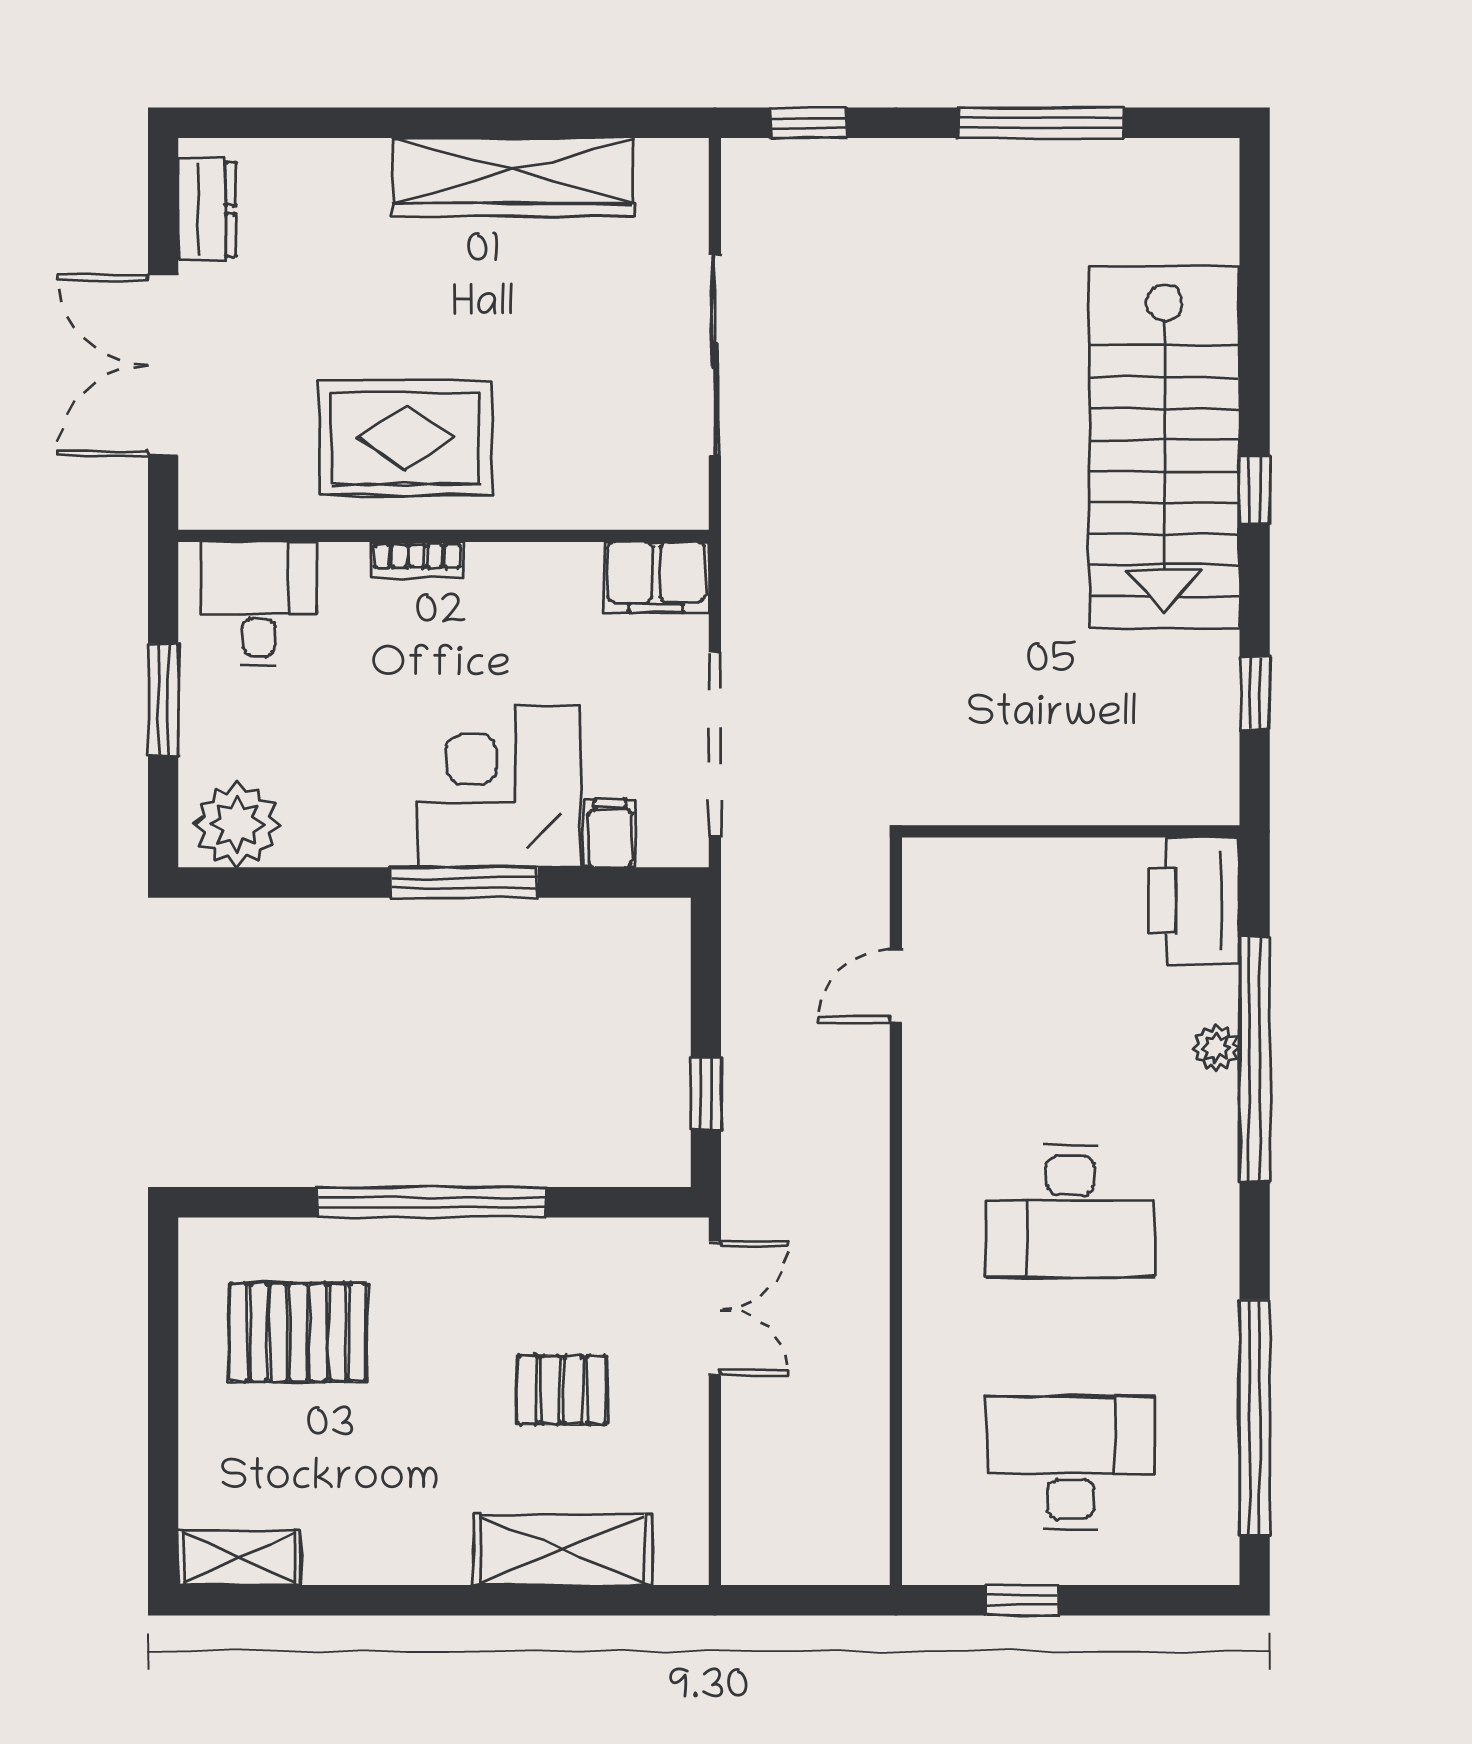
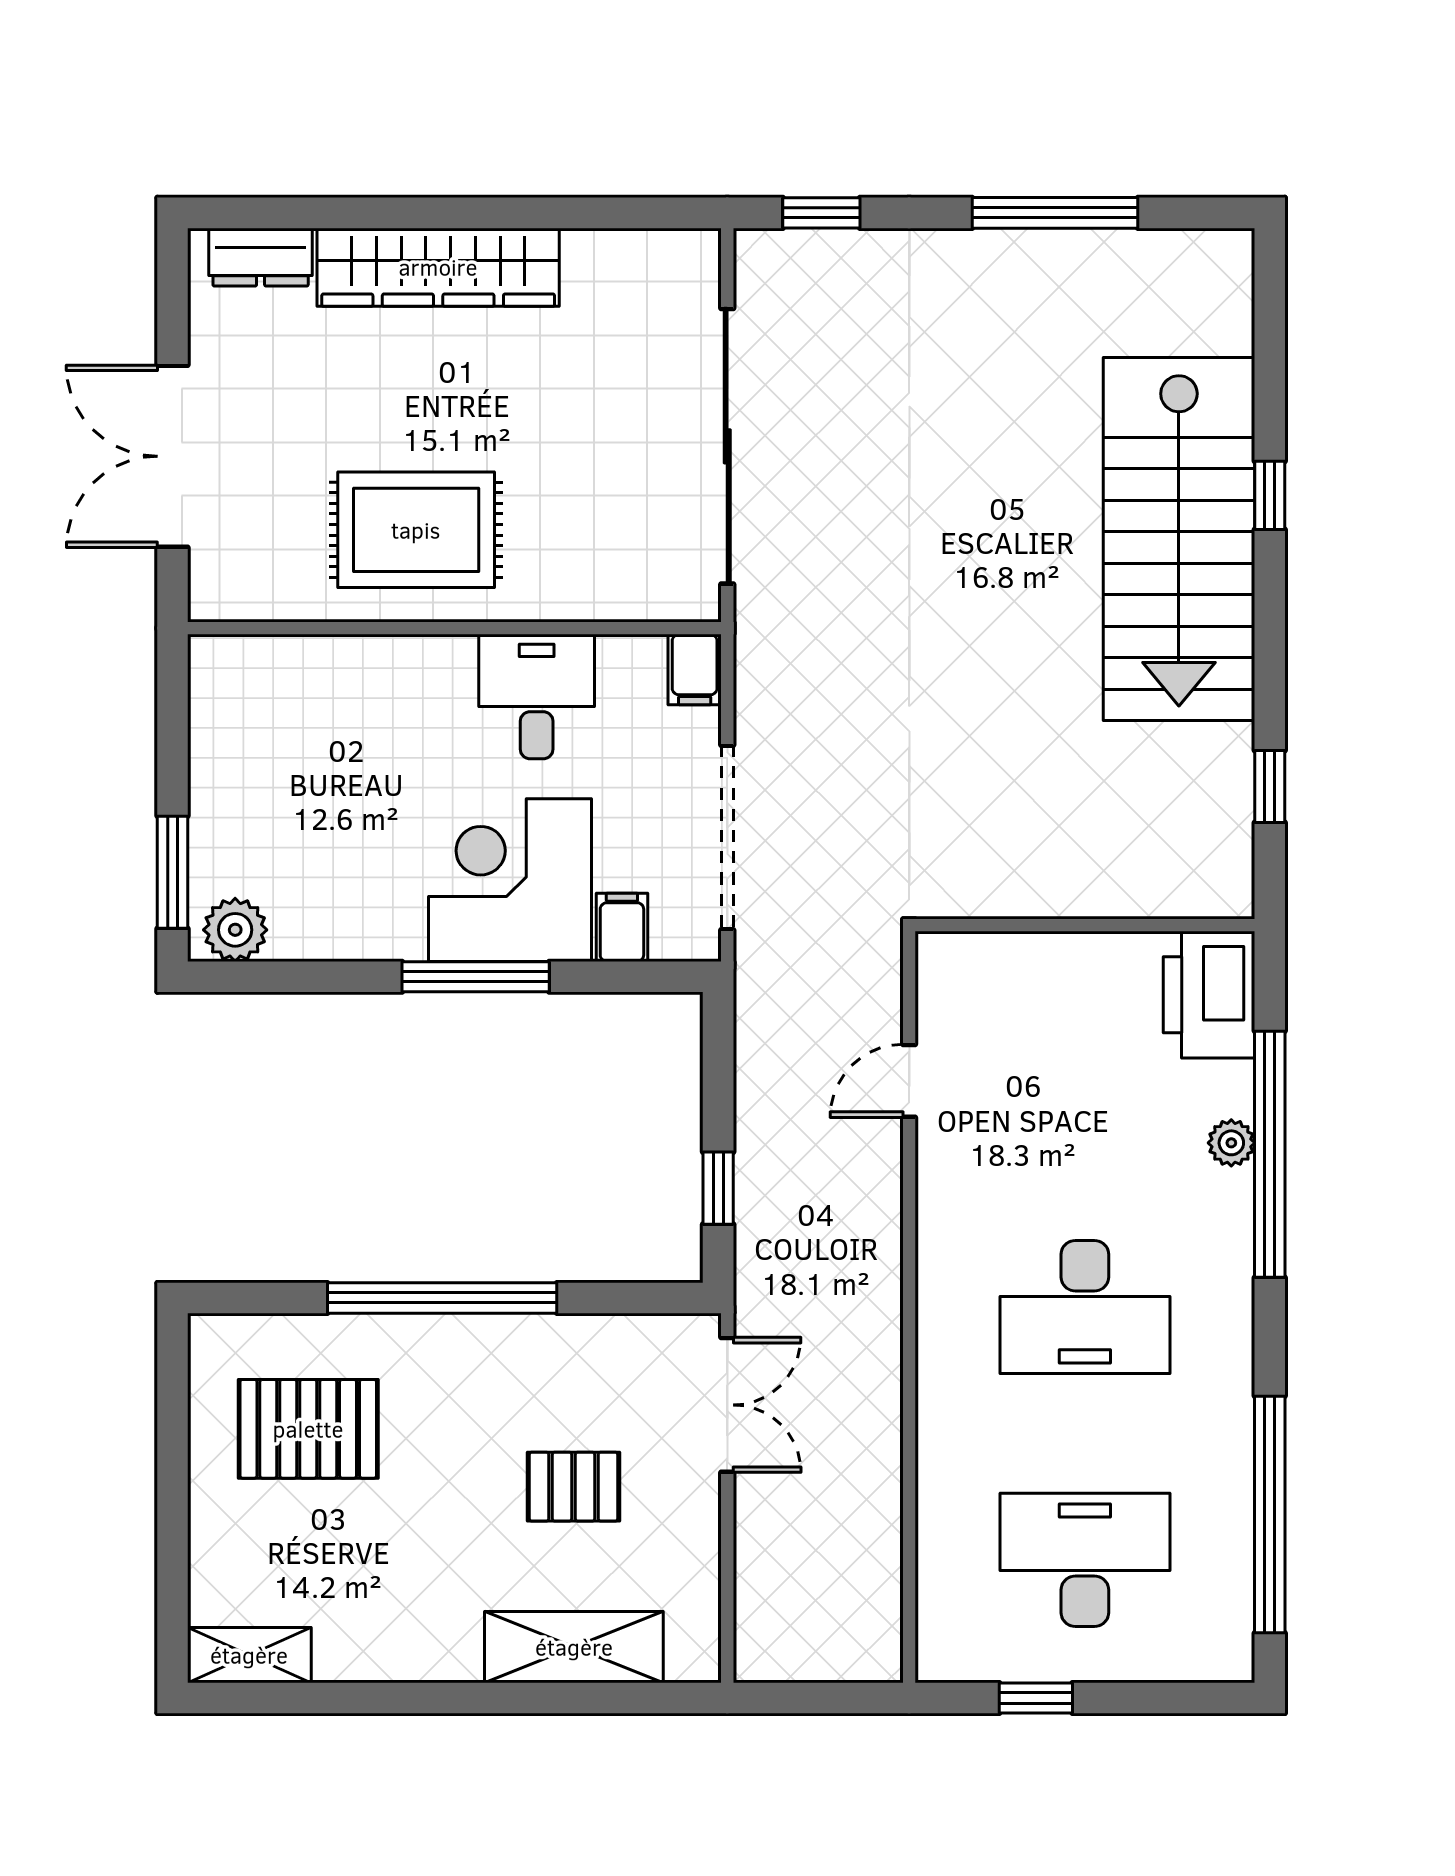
wardrobe: (513, 177) -> (438, 267), moved
dresser: (207, 210) -> (261, 257), moved, turned 90
sliding door: (715, 355) -> (727, 446), width x1.36
window: (1255, 490) -> (1270, 495), moved
bookcase: (417, 560) -> (428, 653), removed
filing cabinet: (656, 577) -> (695, 670), width x0.50
desk: (259, 604) -> (537, 697), moved
window: (163, 700) -> (173, 872), moved
plant: (237, 824) -> (235, 930), width x0.73, depth x0.73

